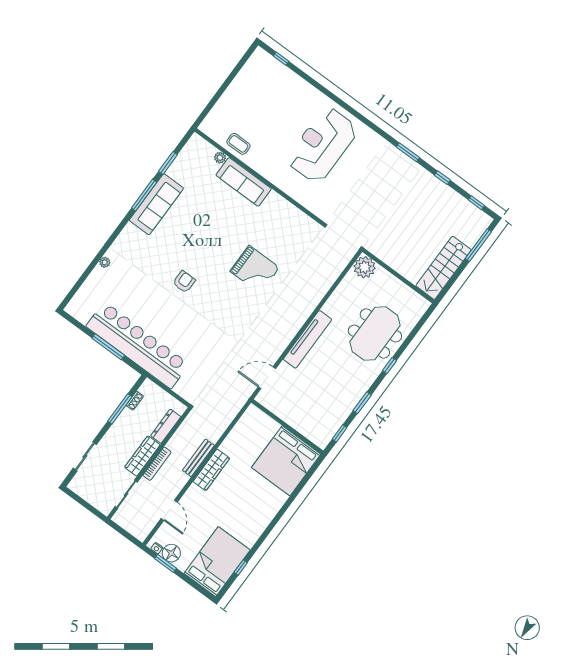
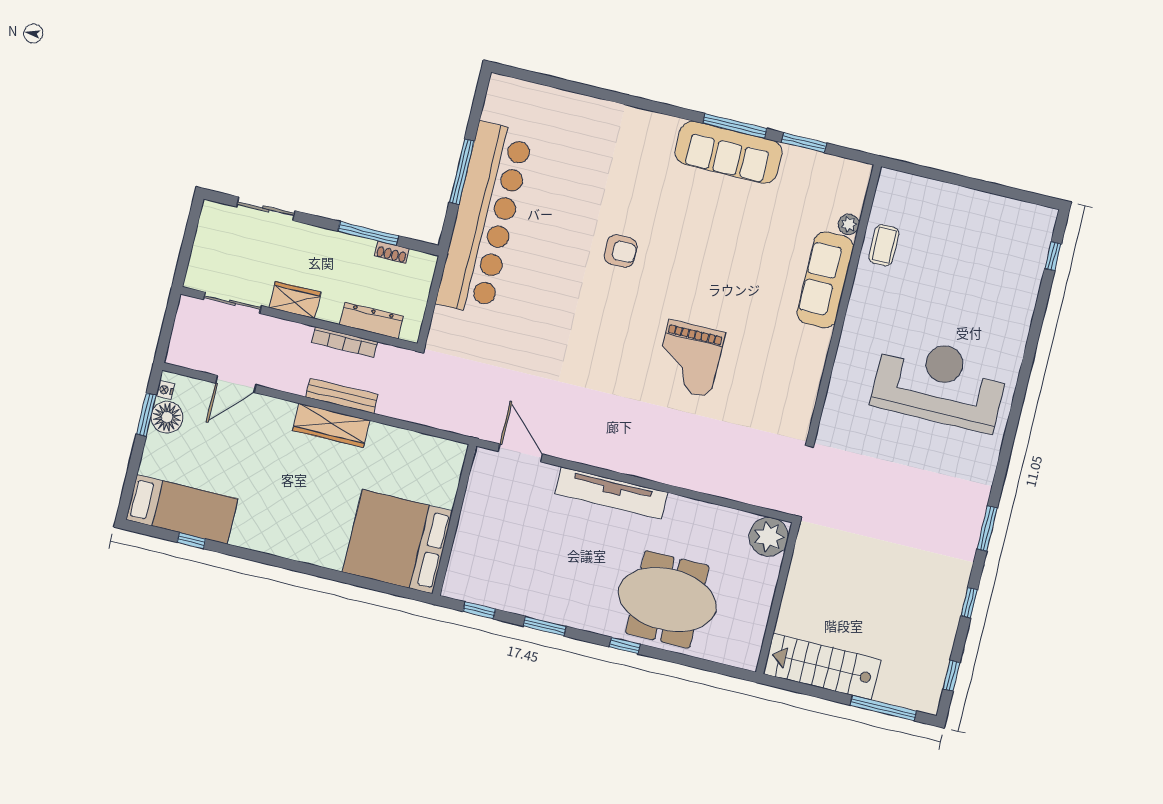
plant: (105, 262) -> (598, 108), removed
wardrobe: (142, 456) -> (295, 300), width x0.67
bookcase: (157, 464) -> (345, 342), moved
bed: (217, 562) -> (182, 509), width x0.67

